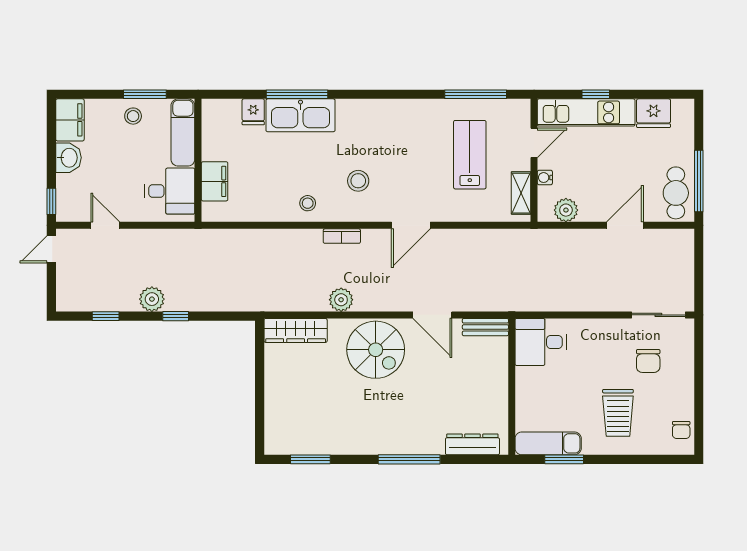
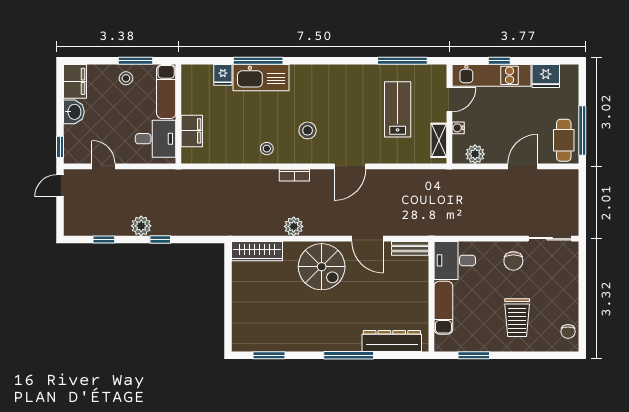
chair: (648, 361) -> (513, 261), moved
exam couch: (548, 443) -> (443, 308), moved, turned 90
dresser: (472, 444) -> (392, 341), width x1.37, depth x1.24

